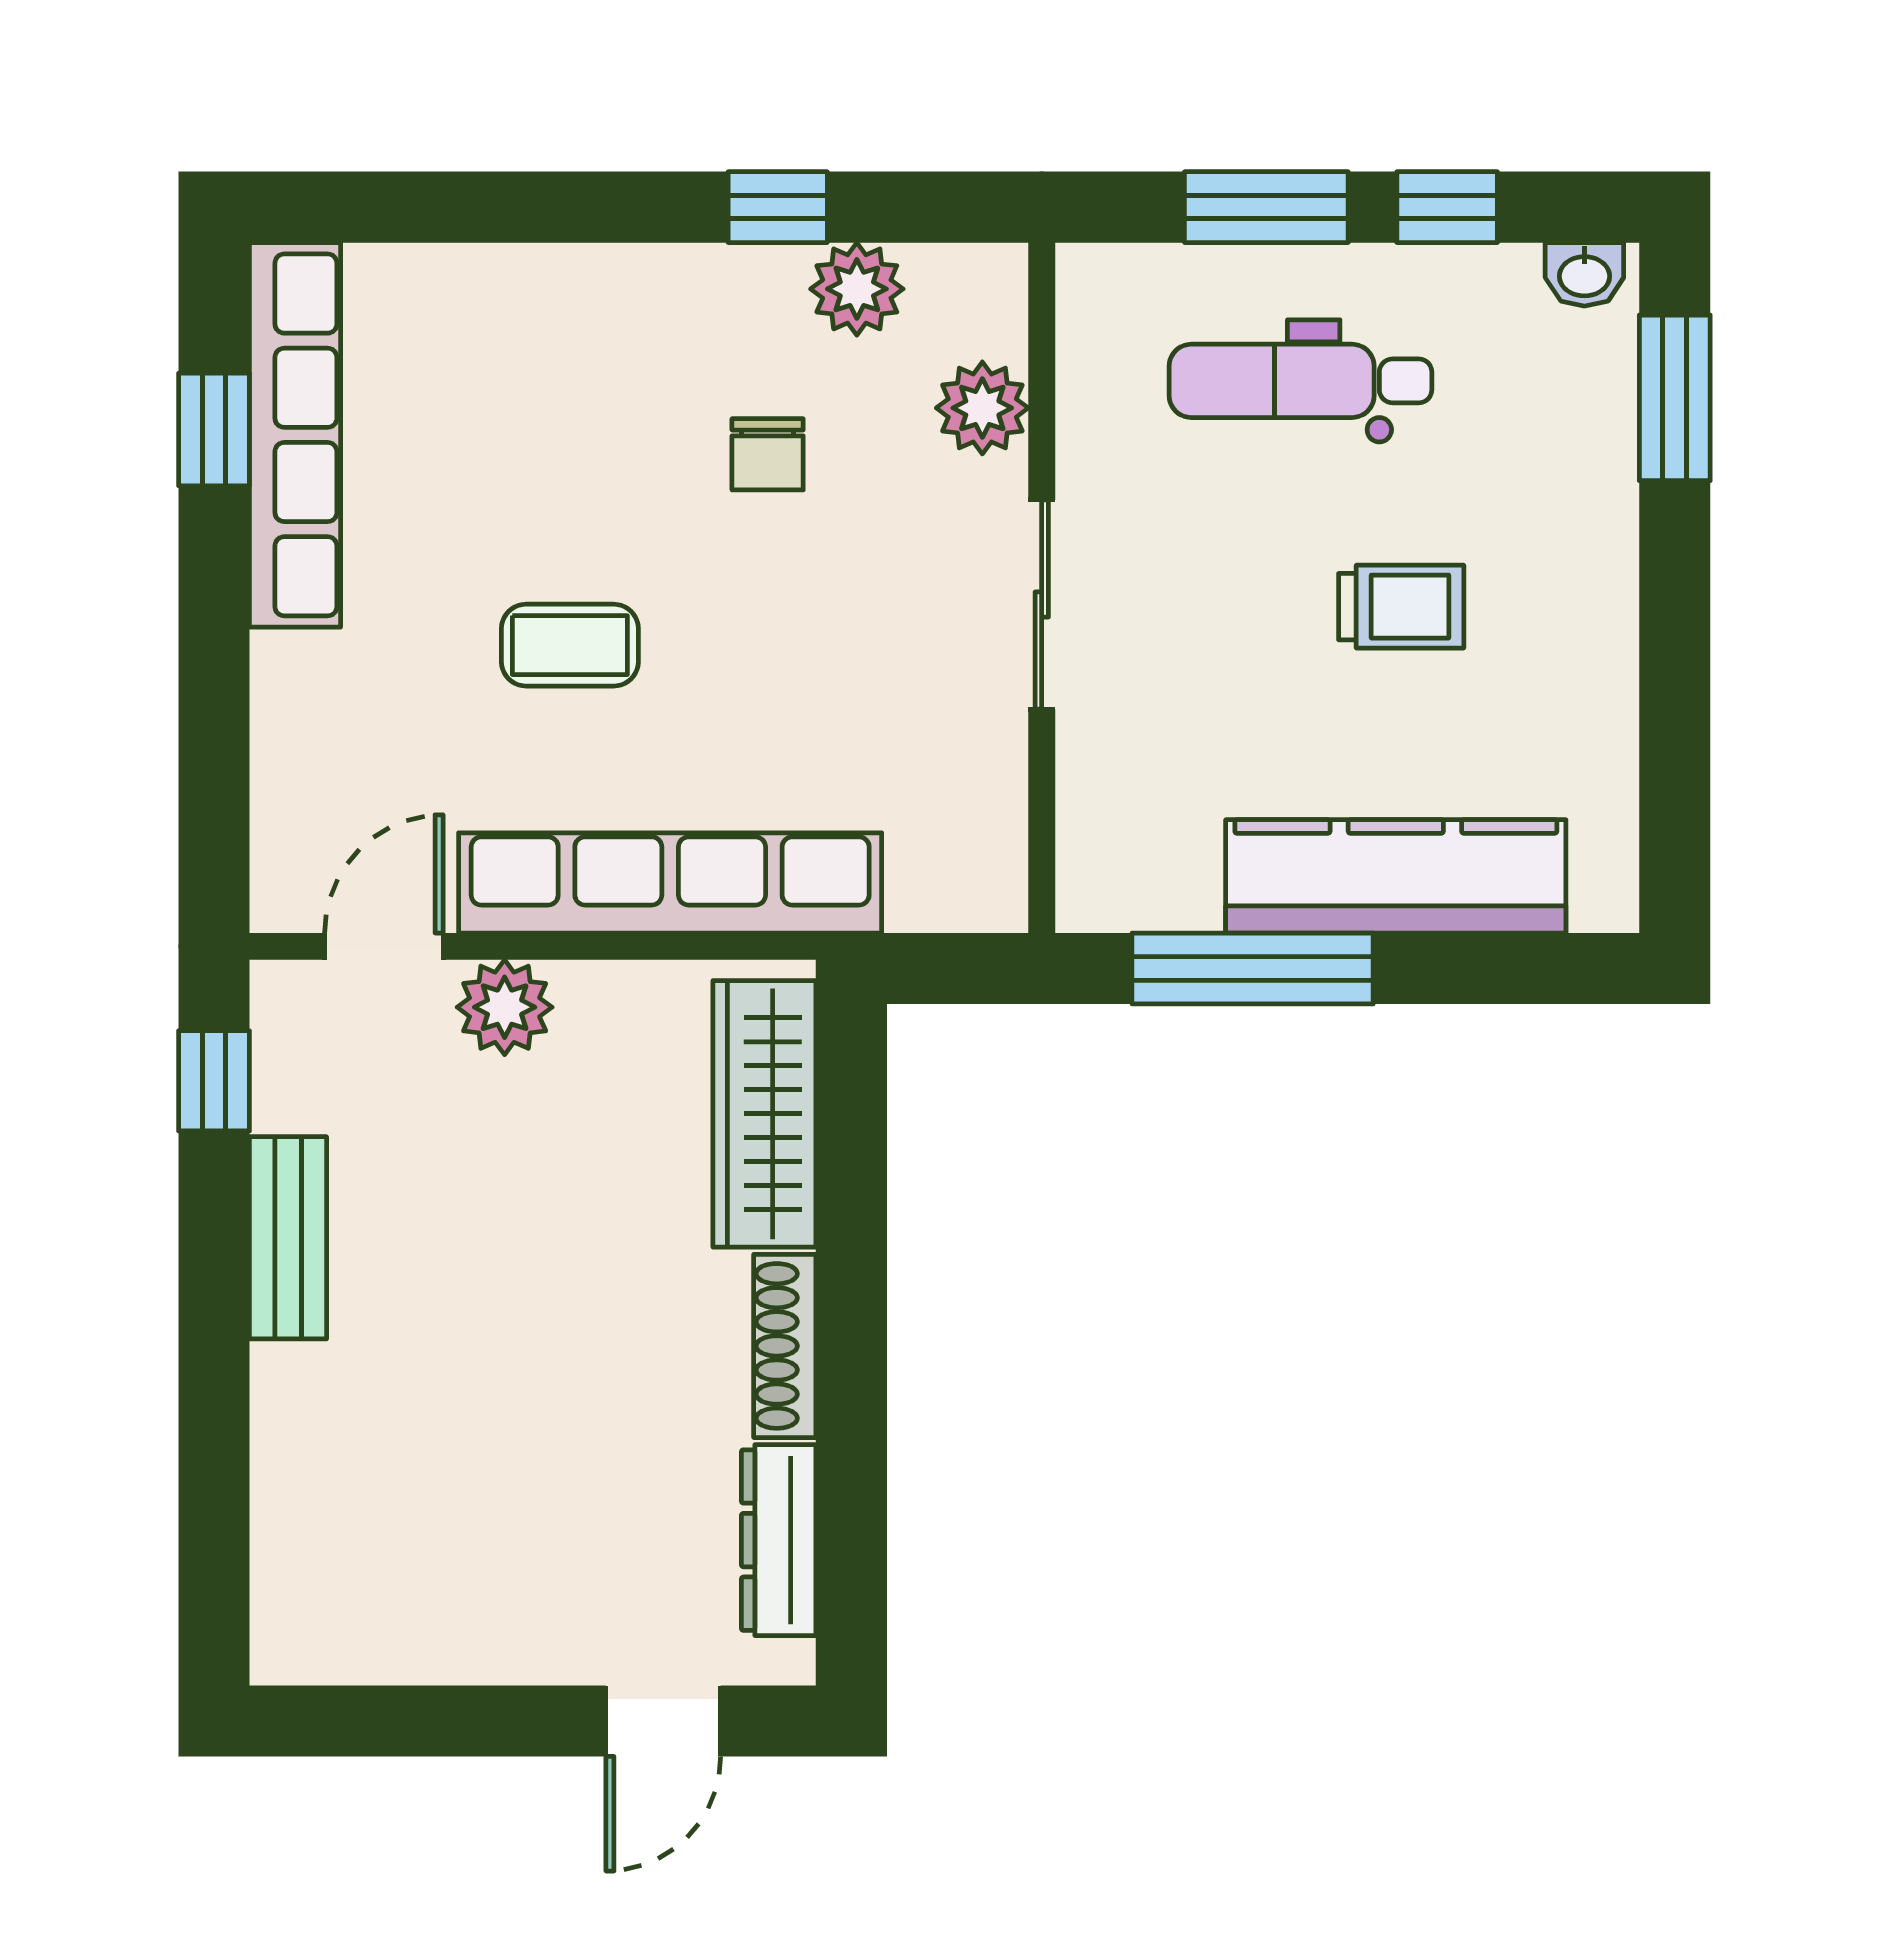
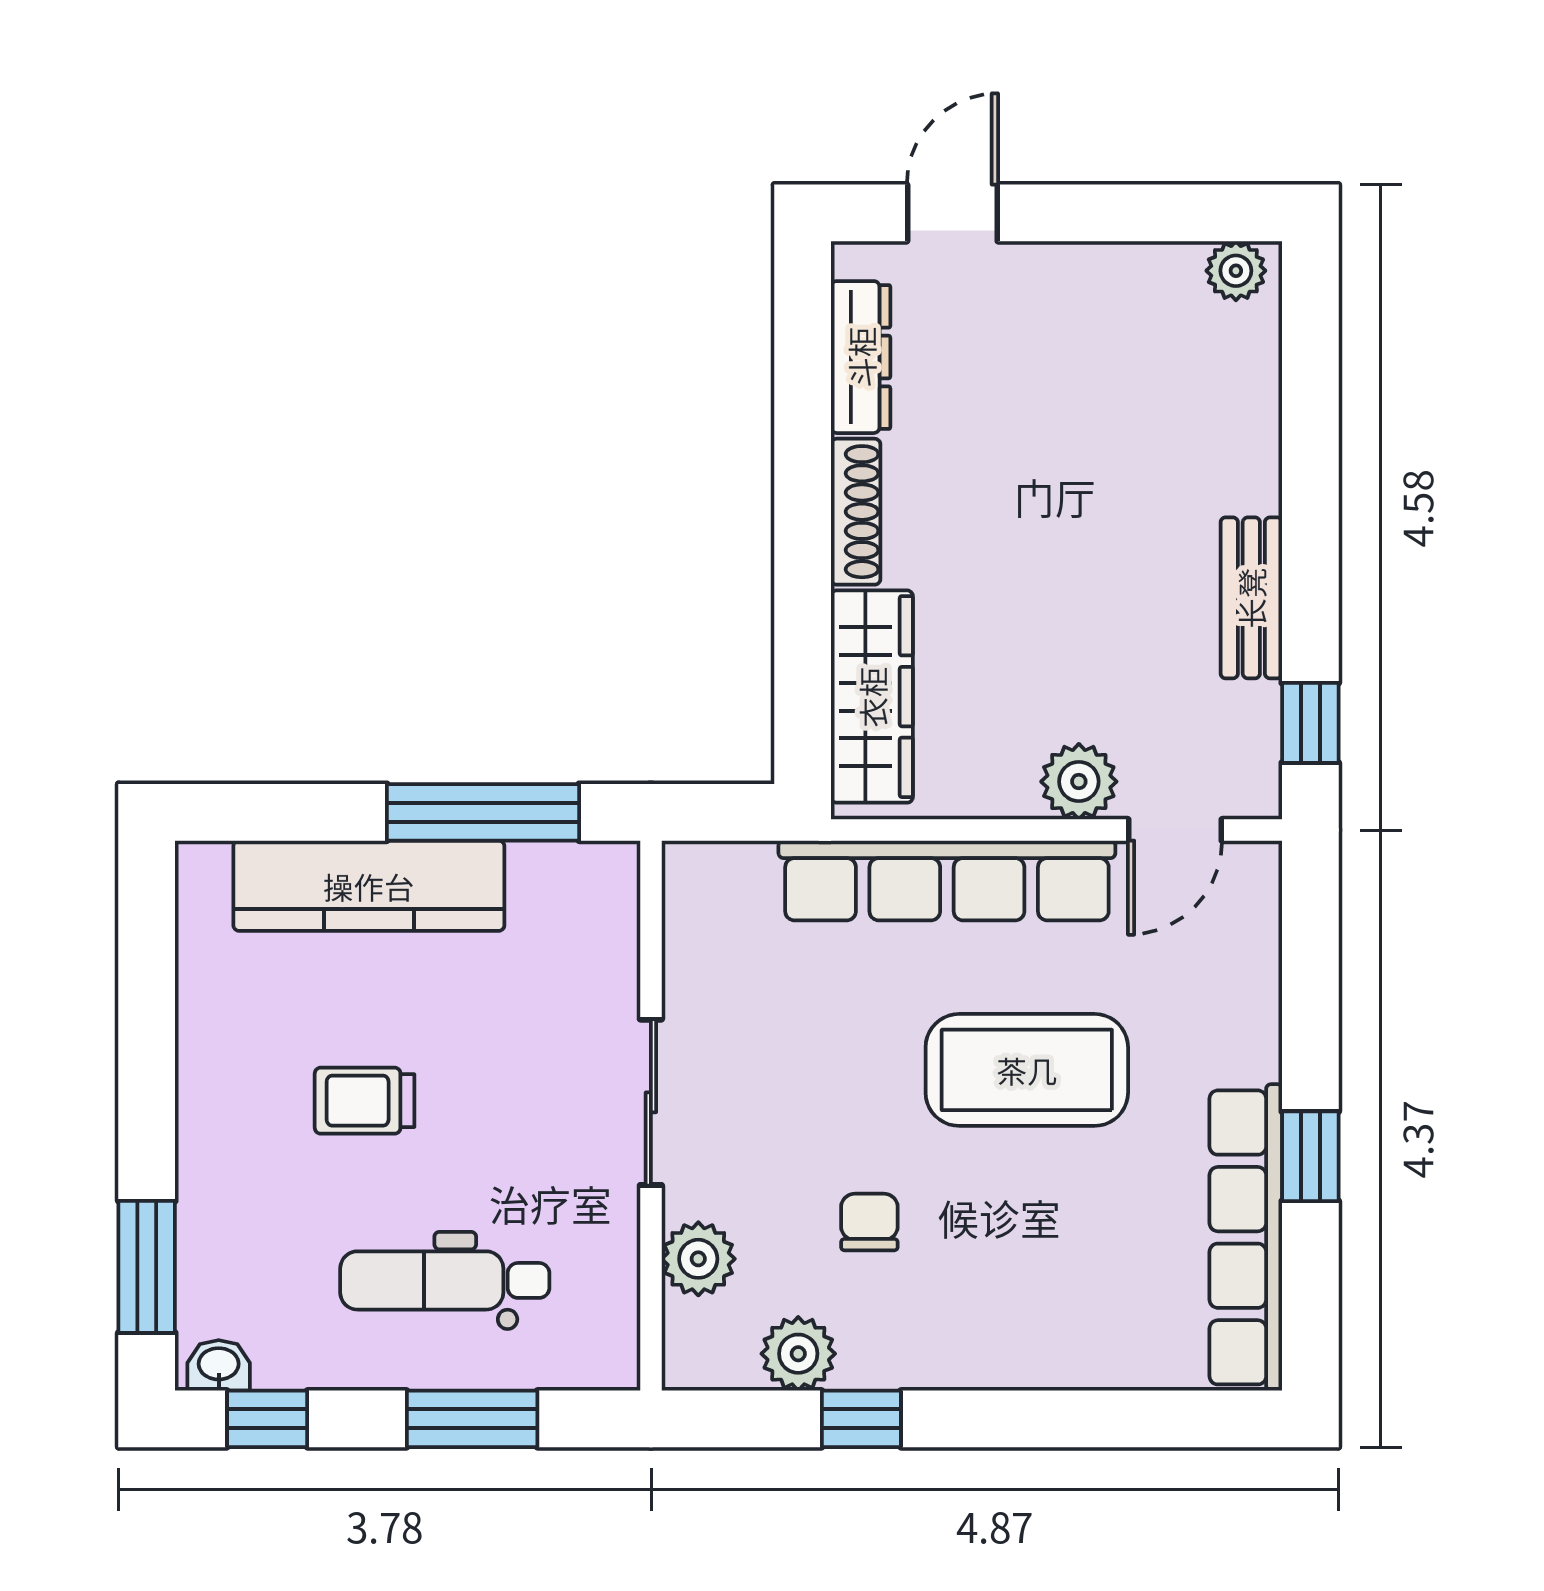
window: (1447, 207) -> (267, 1419), moved
dental chair: (1301, 381) -> (445, 1280), turned 180
window: (214, 429) -> (1310, 1156), moved
coffee table: (570, 645) -> (1027, 1070), width x1.86, depth x1.72
plant: (307, 1648) -> (1236, 271), added

